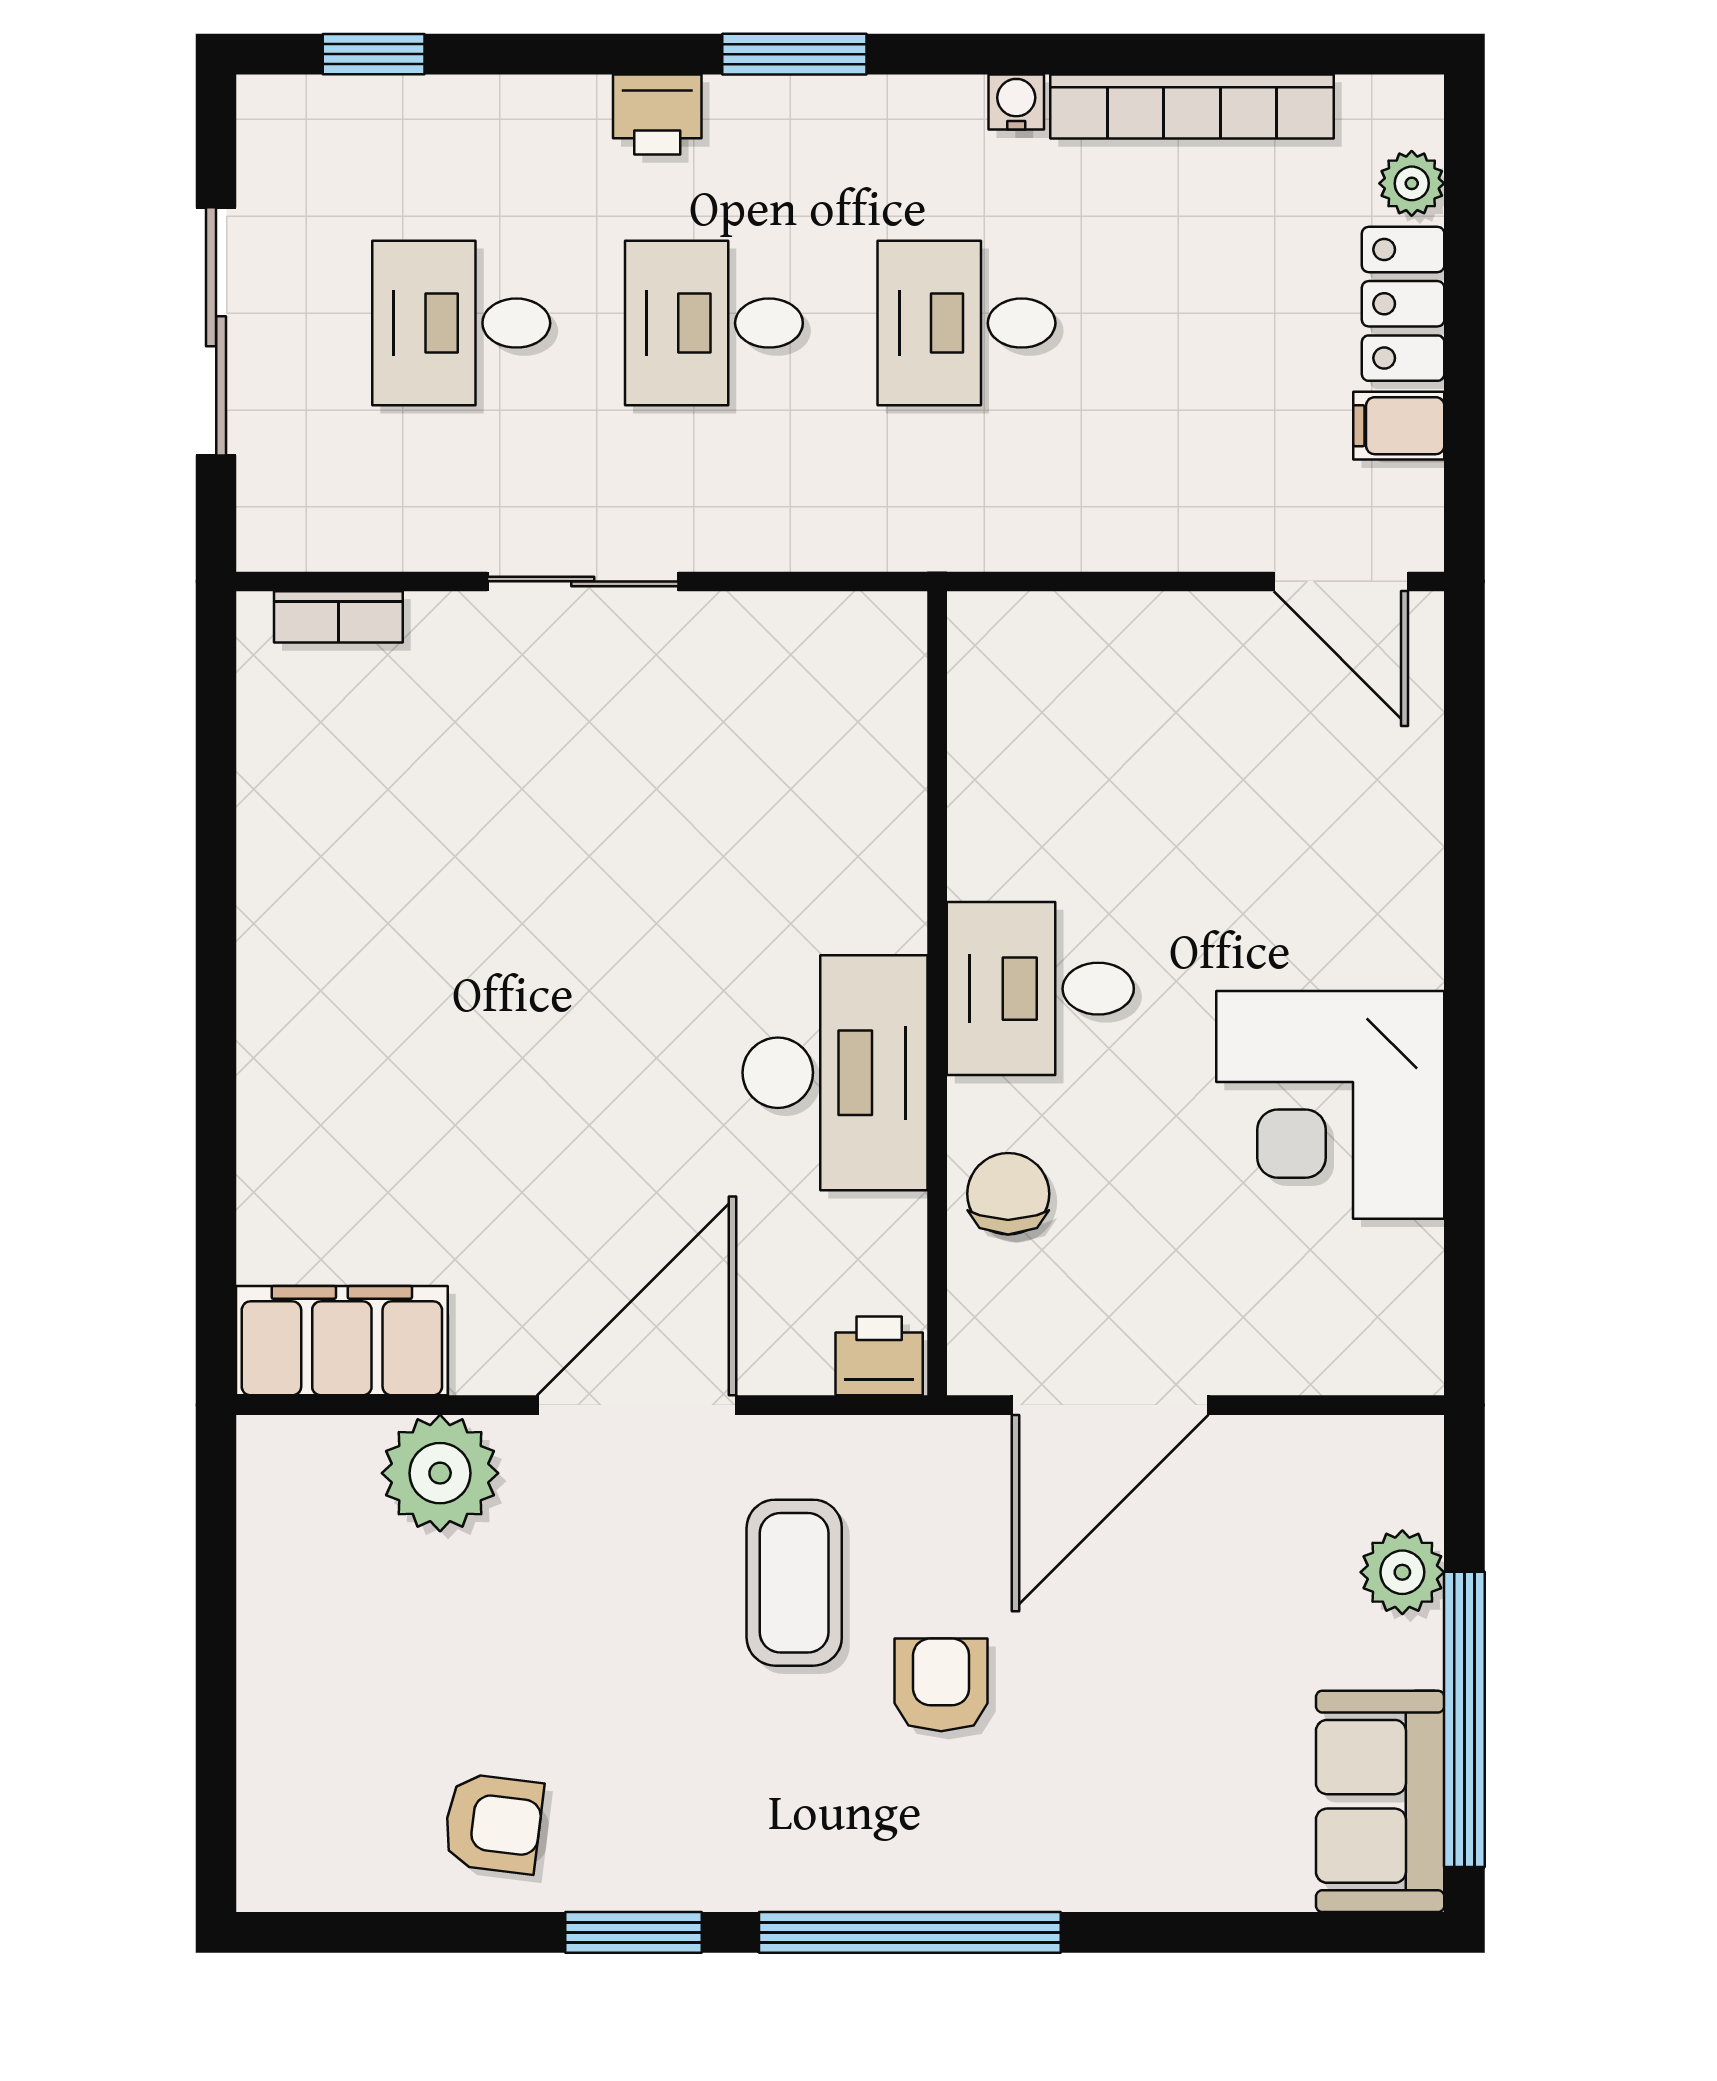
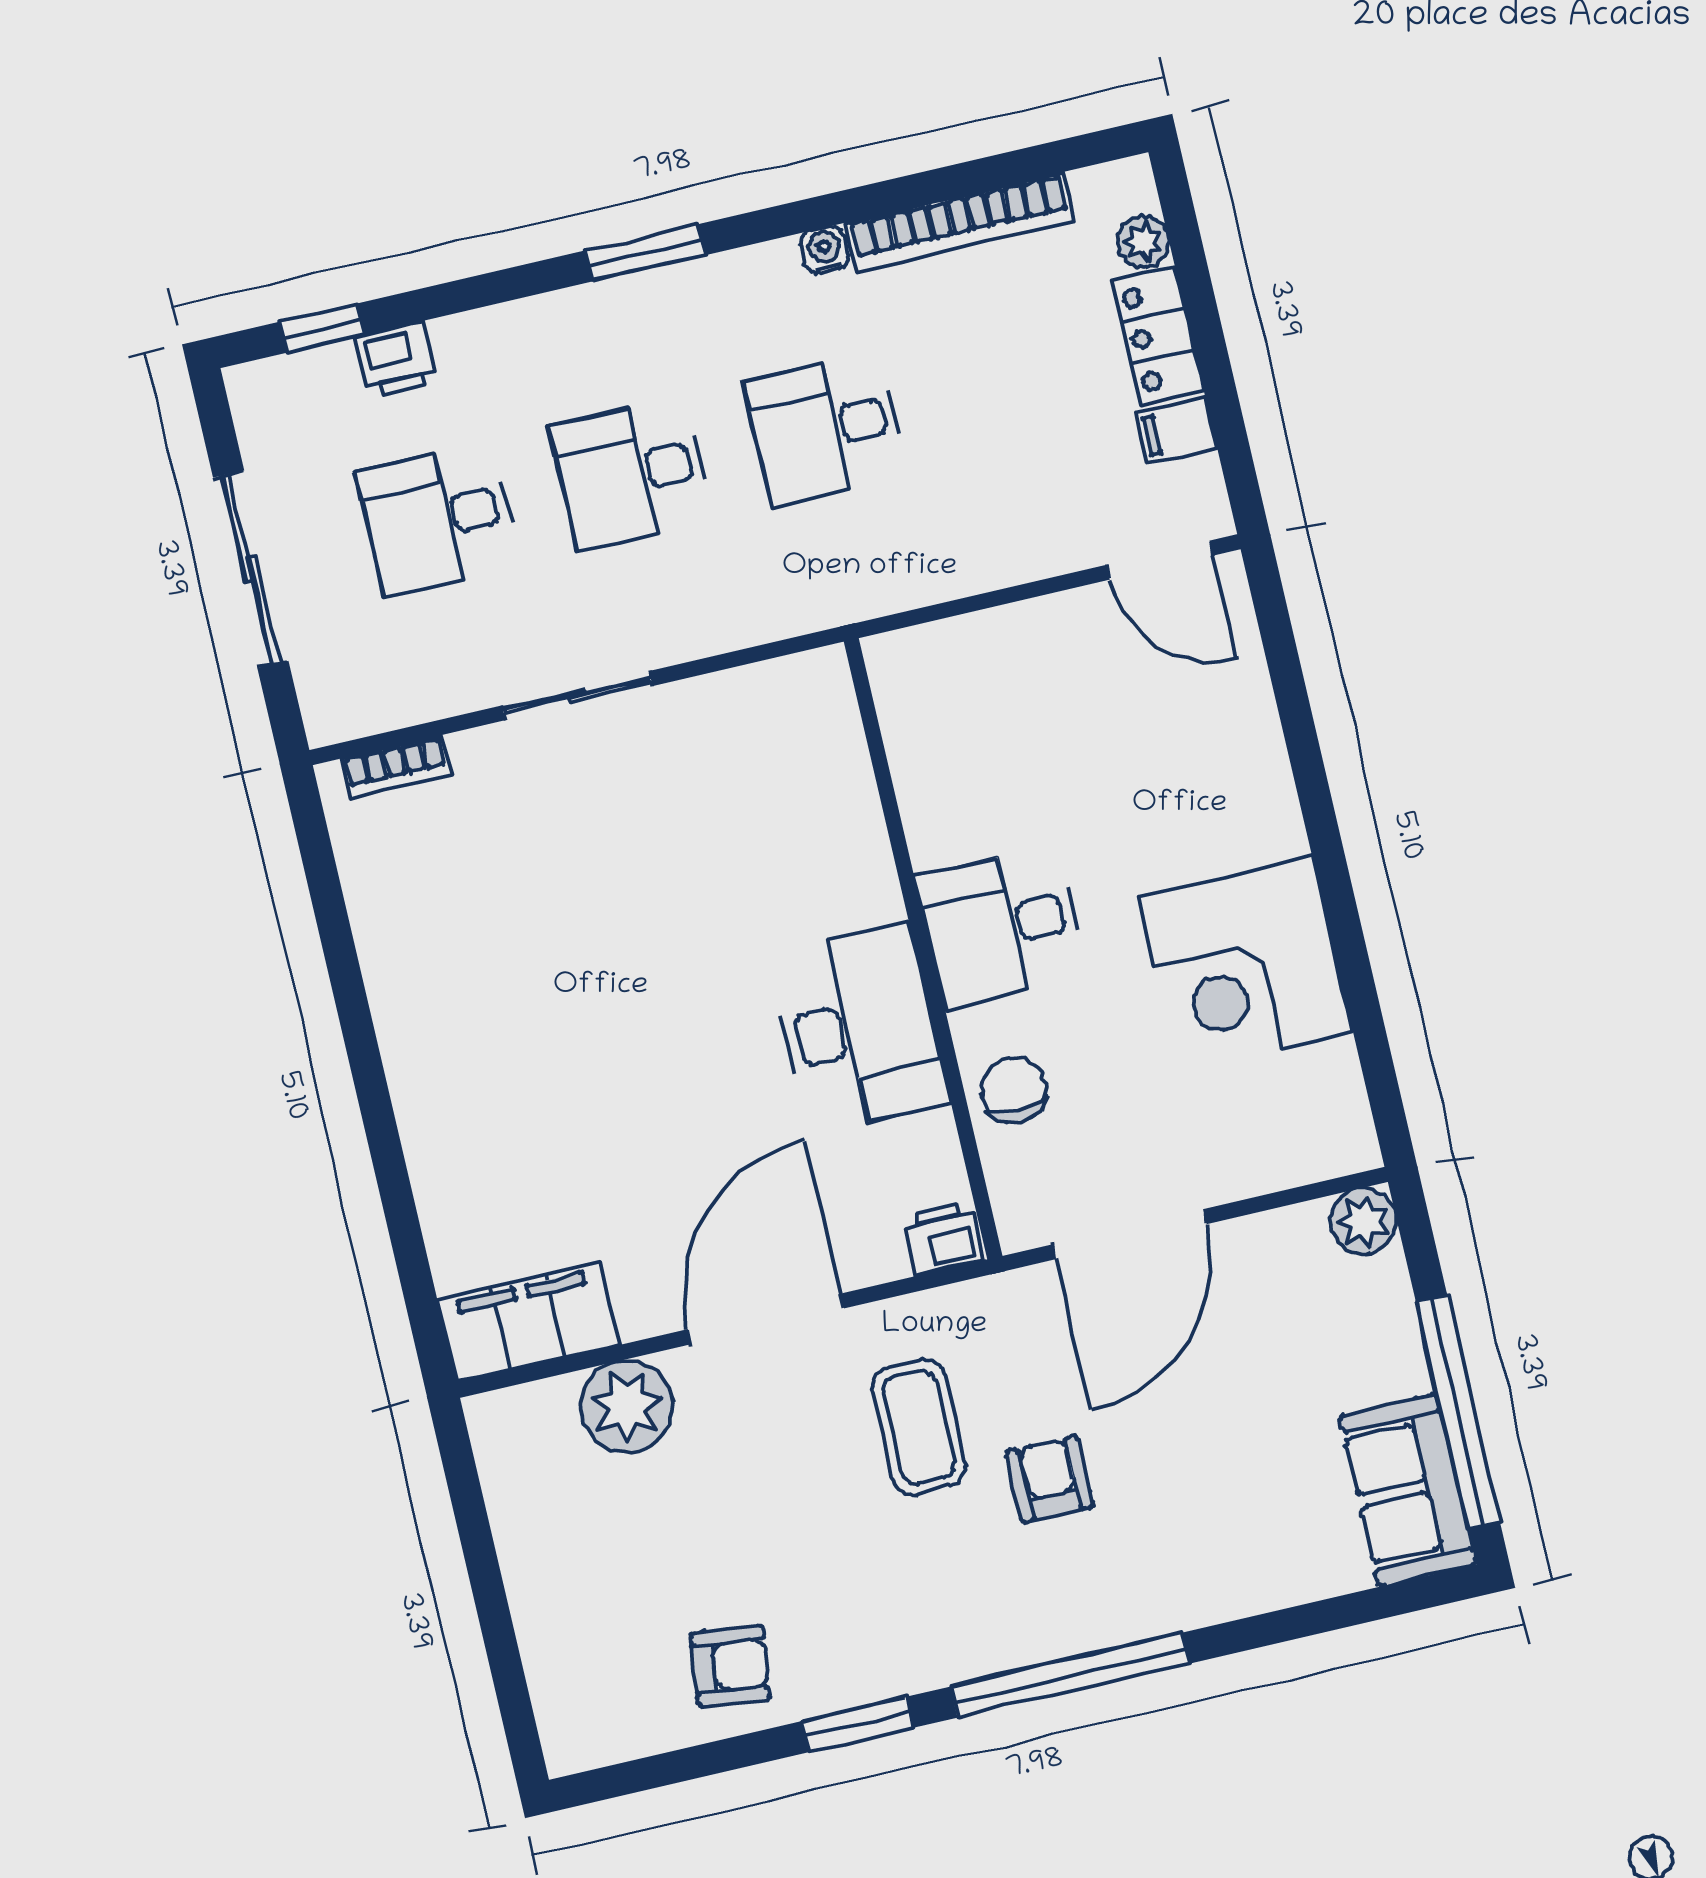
printer: (657, 114) -> (397, 360), moved
plant: (1402, 1572) -> (1363, 1222), moved

